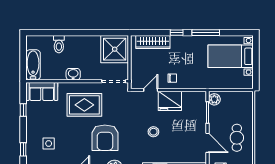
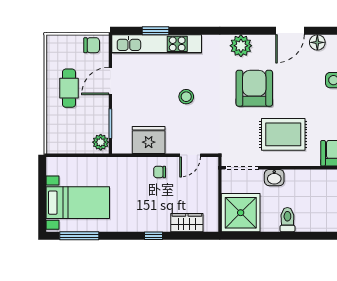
window: (206, 33) -> (79, 236), moved
wardrobe: (153, 42) -> (187, 223), width x0.67
toilet: (59, 44) -> (287, 220), moved
washbasin: (73, 74) -> (274, 178), moved
fridge: (170, 101) -> (149, 140), moved
door: (207, 143) -> (110, 81), hinge flipped

